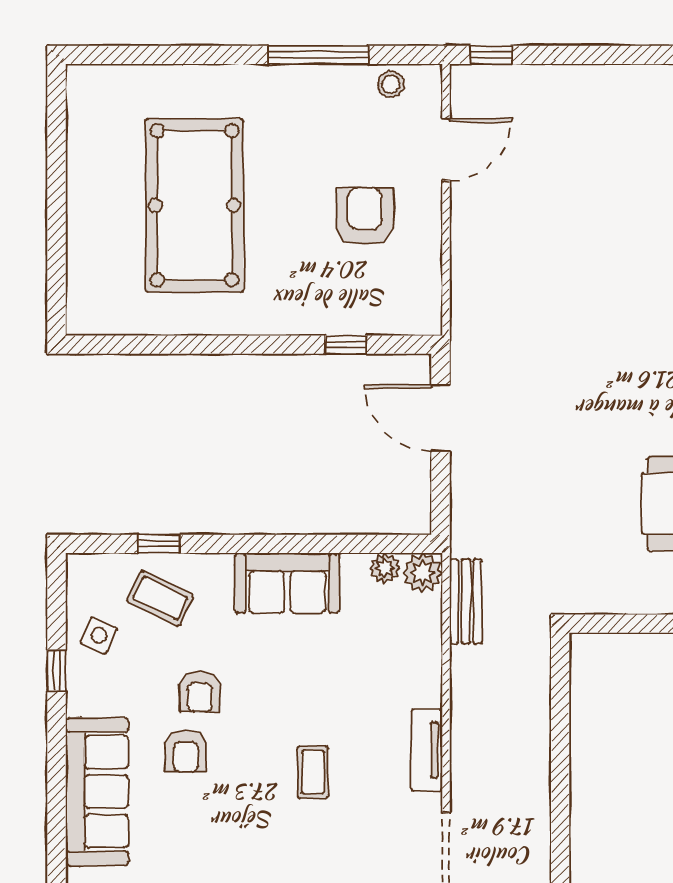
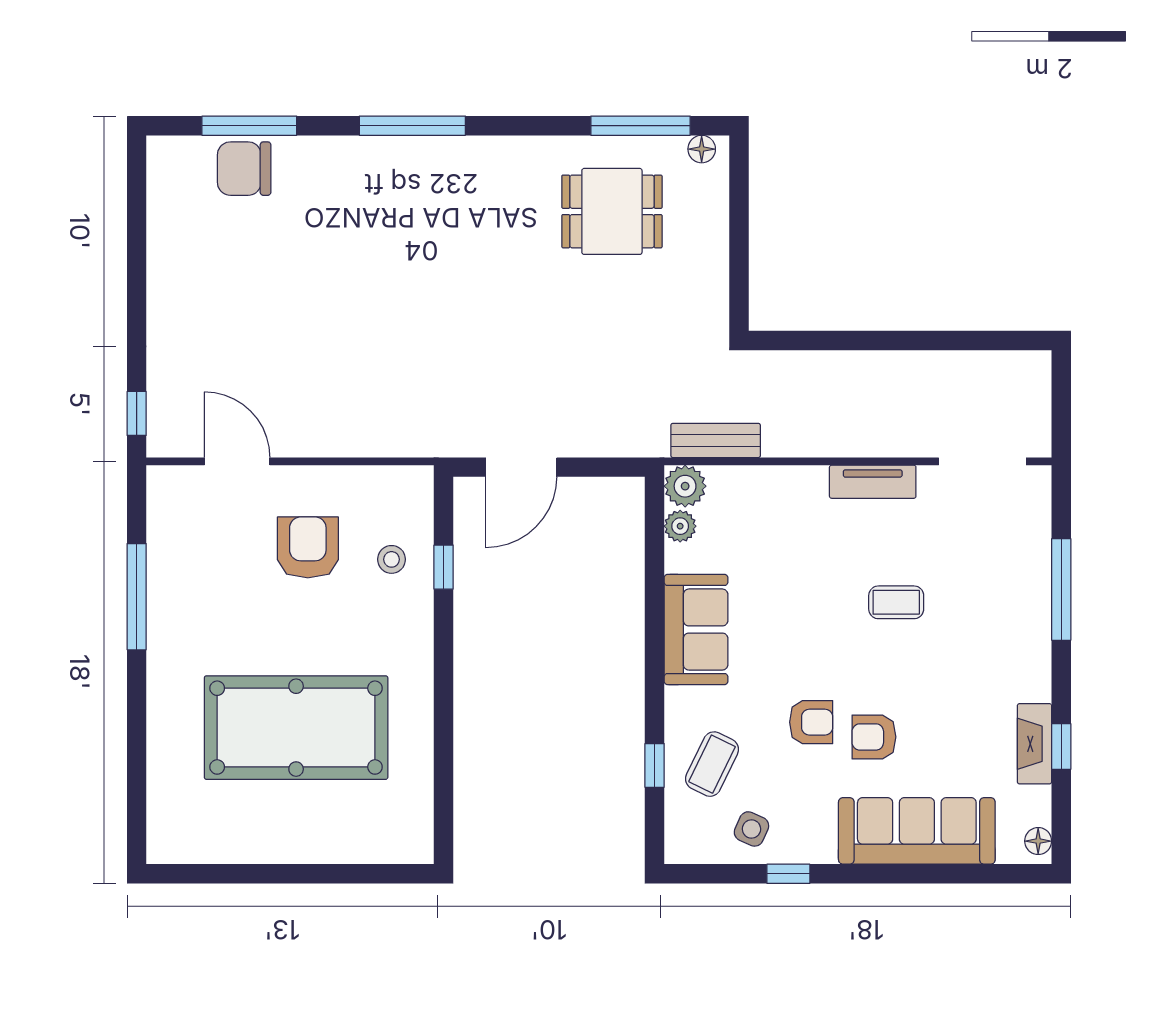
stool: (391, 84) -> (392, 559), moved
armchair: (365, 216) -> (308, 547), turned 90
armchair: (186, 751) -> (874, 737), turned 180

